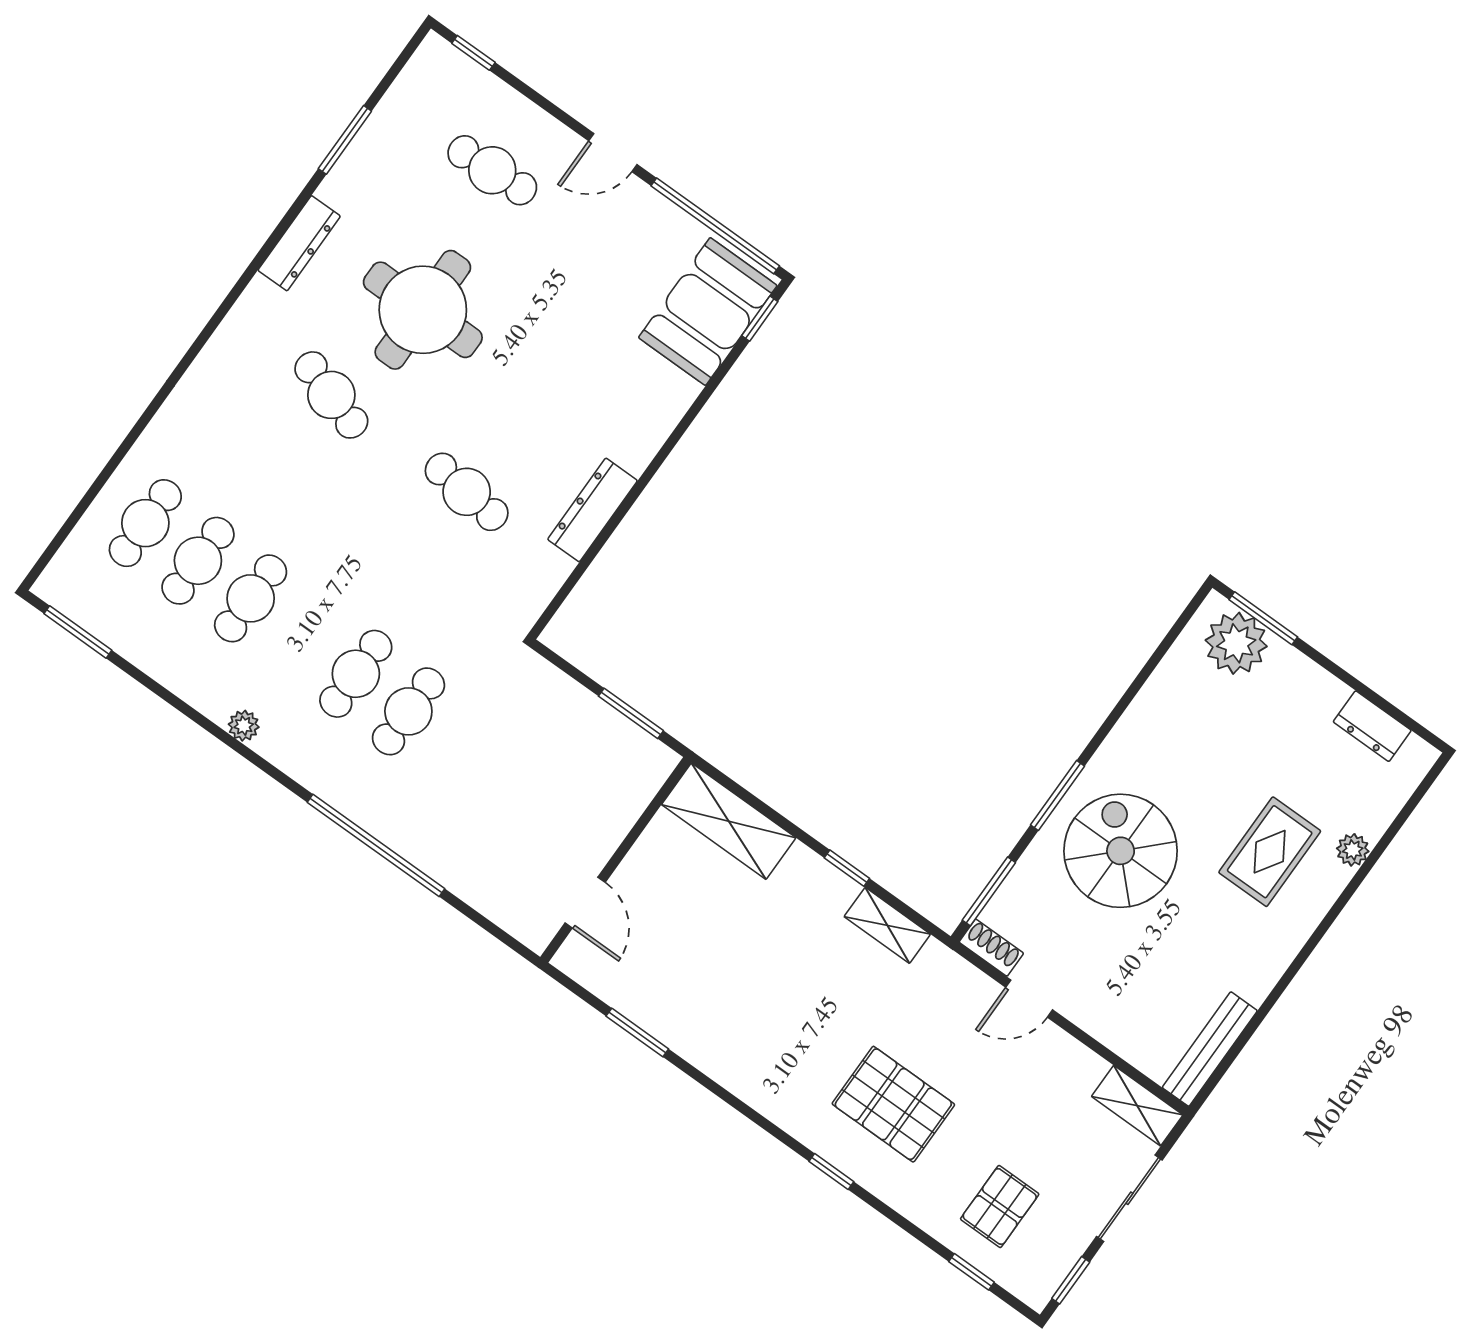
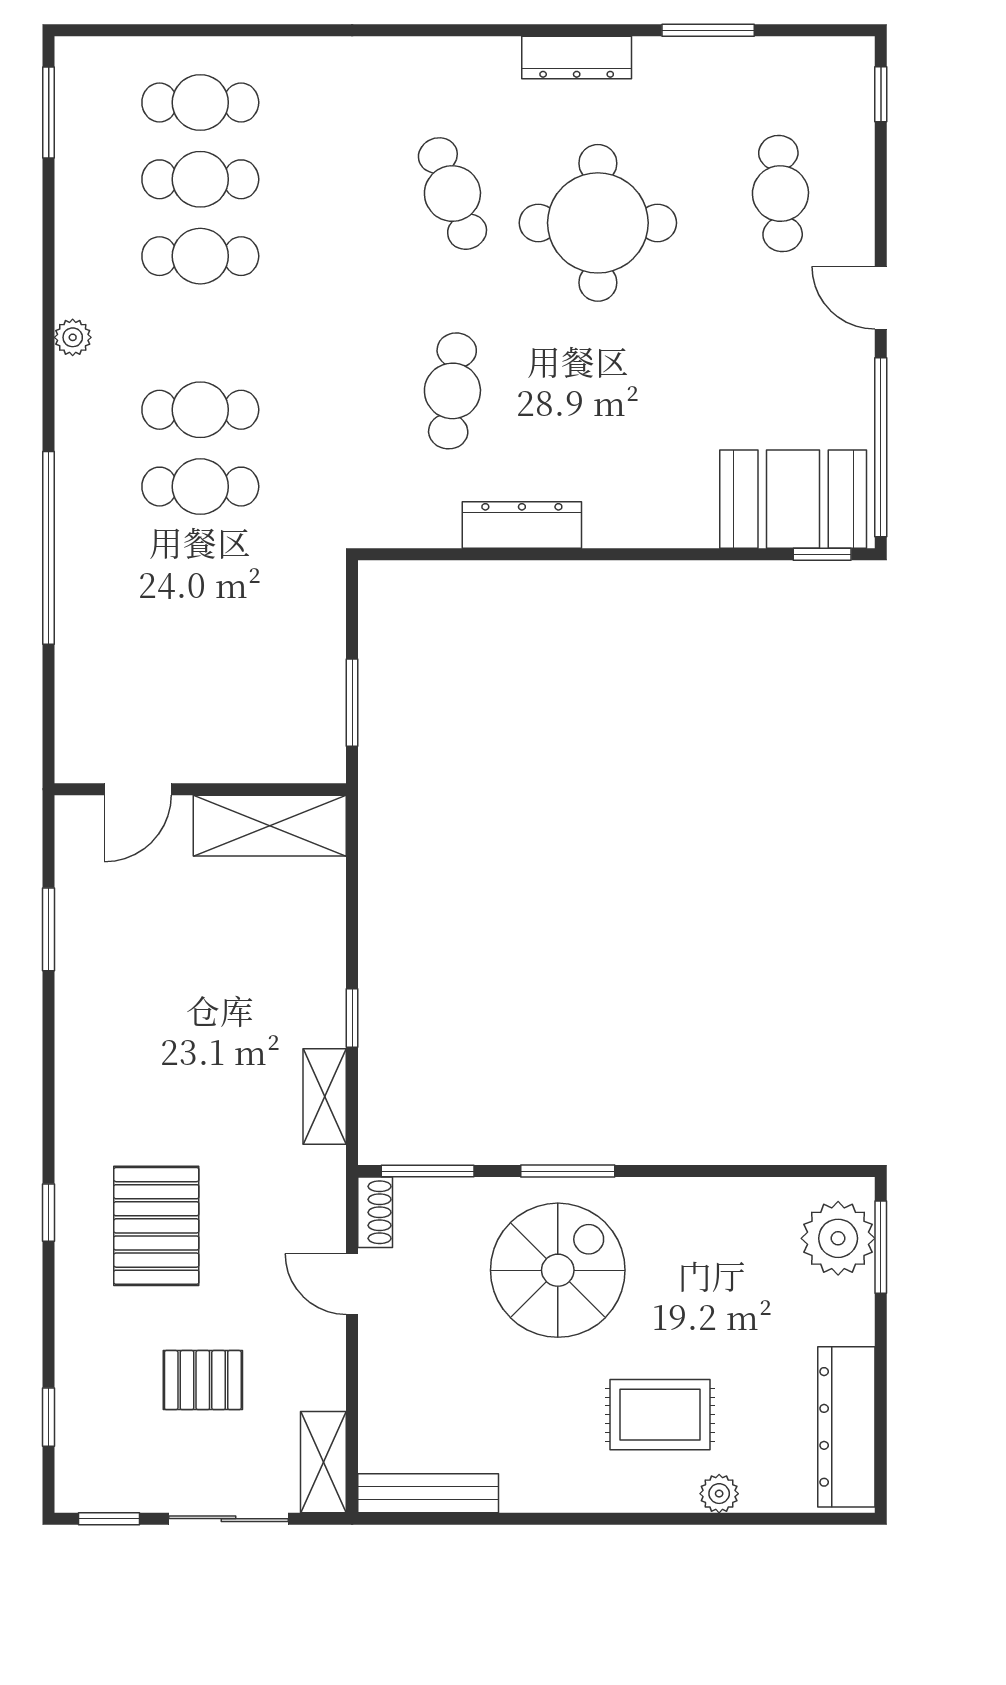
cafe table: (331, 395) -> (452, 194), turned -39
dresser: (1372, 726) -> (846, 1427), width x1.96, depth x1.24
shelving: (729, 821) -> (270, 826), moved, turned 90
pallet: (1000, 1207) -> (203, 1380), moved

